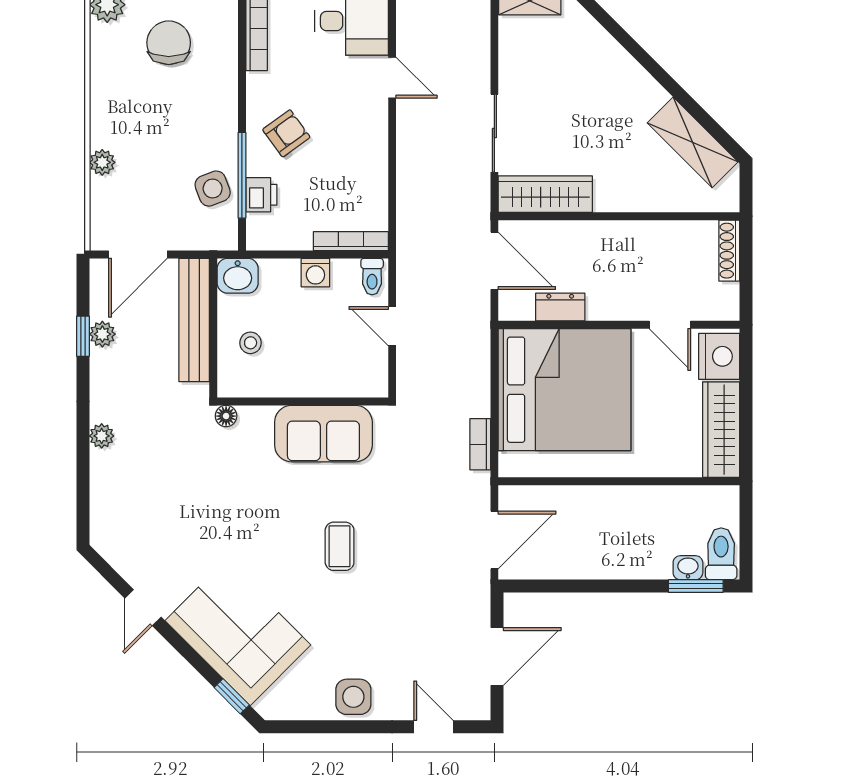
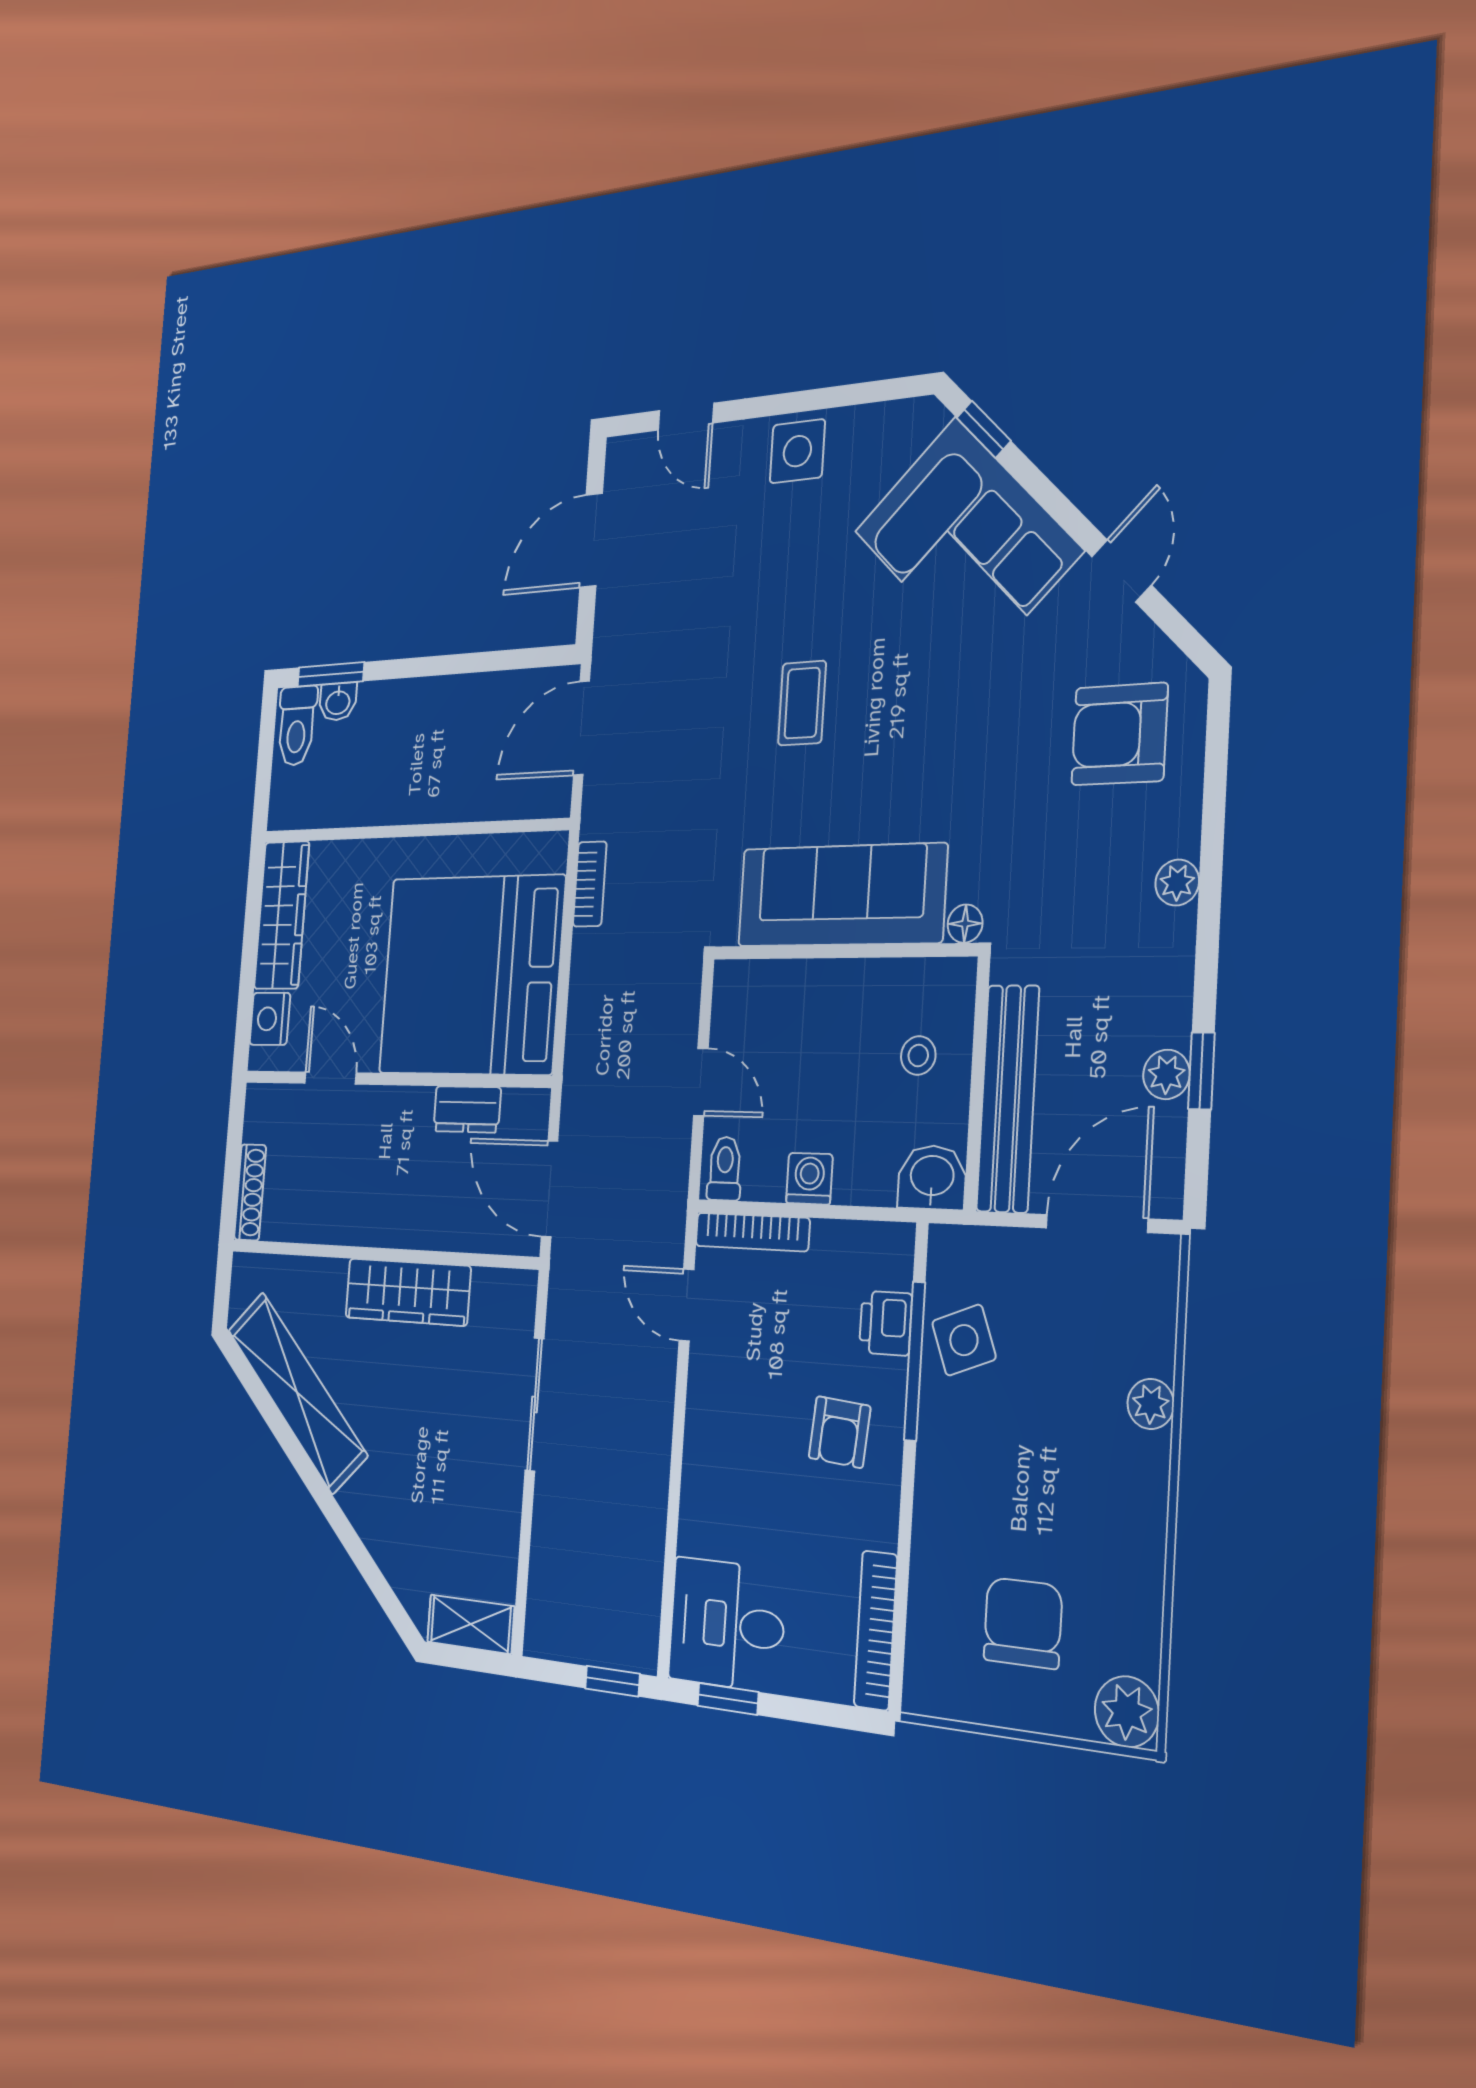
chair: (169, 43) -> (1023, 1623), turned 180
door: (392, 78) -> (686, 1305), moved
armchair: (286, 133) -> (840, 1432), turned -49
shelving: (693, 142) -> (297, 1392), width x1.47
wardrobe: (545, 194) -> (408, 1292), moved
nightstand: (719, 356) -> (270, 1019), width x0.74, depth x0.75
sofa: (323, 434) -> (841, 895), width x1.36
armchair: (139, 518) -> (1119, 734), added

